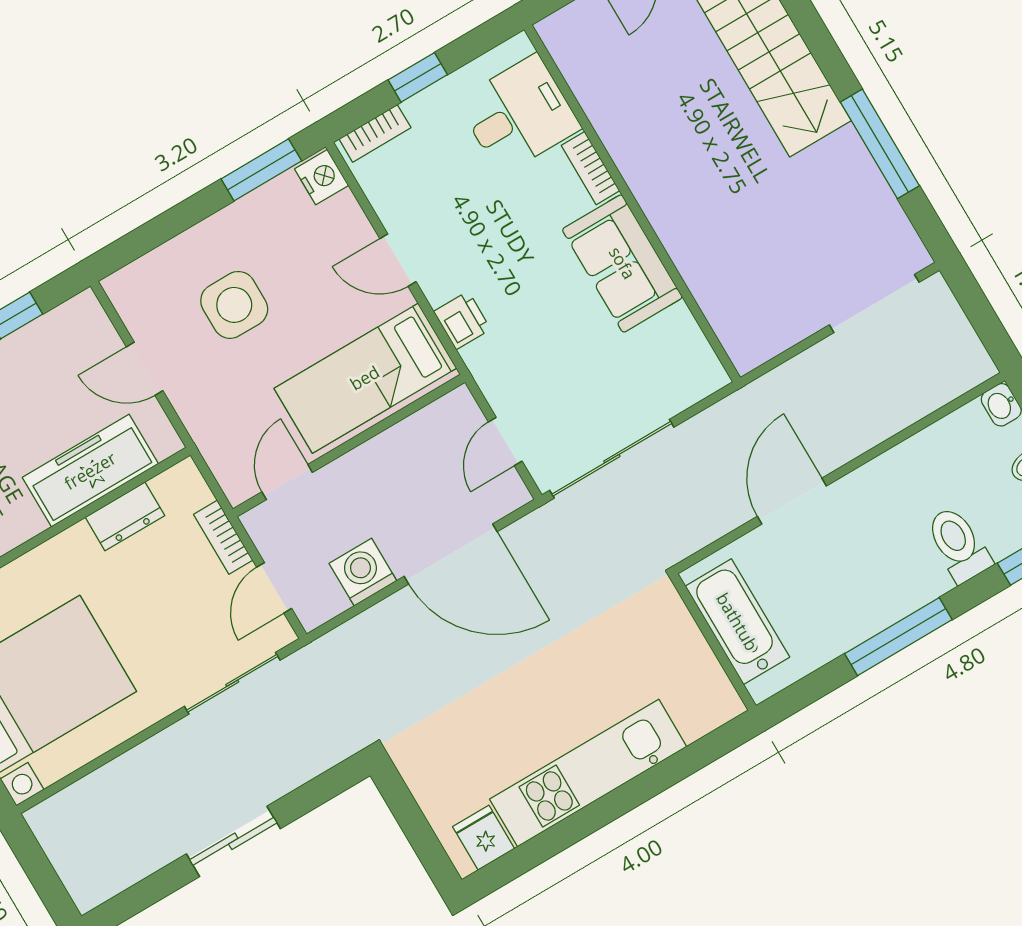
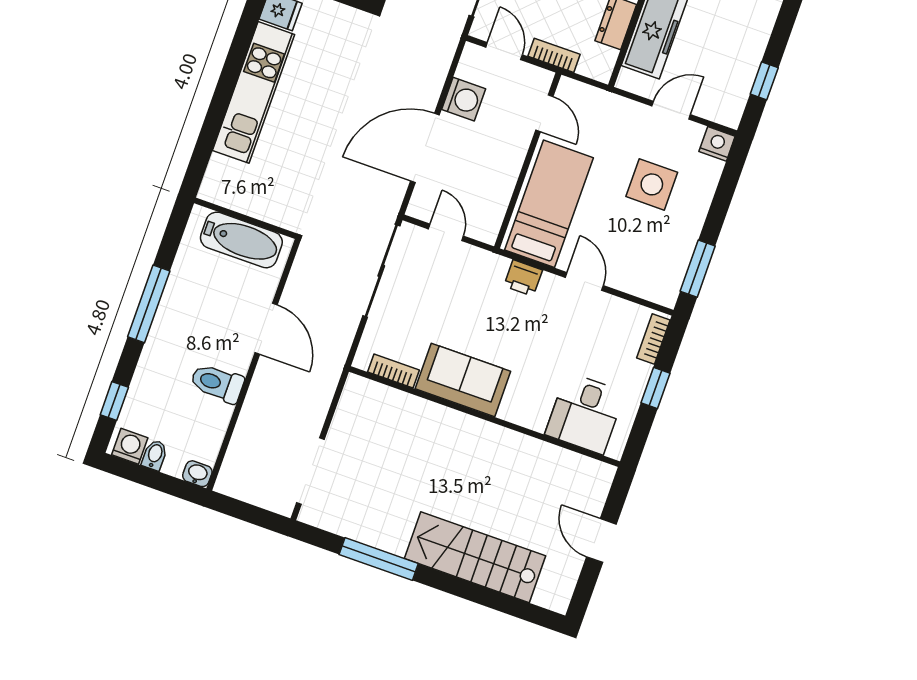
bookcase: (590, 168) -> (393, 371), moved
nightstand: (322, 177) -> (717, 144), moved, turned 180
door: (398, 260) -> (584, 281), hinge flipped
toilet: (958, 544) -> (217, 383), moved, turned 180

